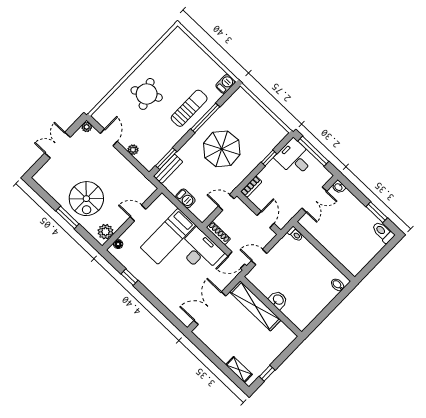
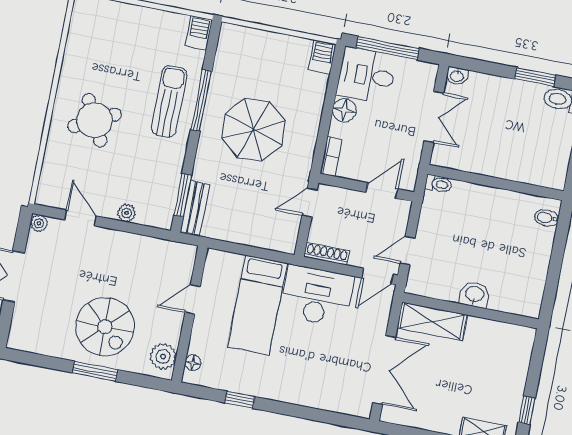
window: (269, 158) -> (330, 99), removed
floor lamp: (272, 168) -> (344, 110), added
barbecue: (185, 198) -> (322, 57), moved, turned -90
door: (266, 219) -> (382, 191), hinge flipped
shelving: (255, 306) -> (432, 321), width x0.68
double door: (210, 308) -> (384, 370), swing flipped

